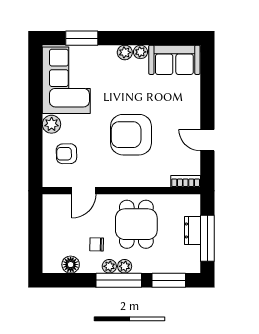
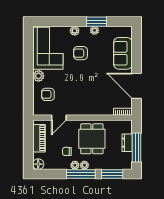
window: (82, 38) -> (96, 22), moved
plant: (125, 52) -> (75, 31), moved
sofa: (174, 60) -> (123, 53), moved, turned 90
armchair: (131, 135) -> (80, 53), moved, width x0.53, depth x0.53
door: (207, 140) -> (137, 86), width x1.88
piano: (52, 223) -> (39, 138), added
floor lamp: (71, 265) -> (38, 164), moved

